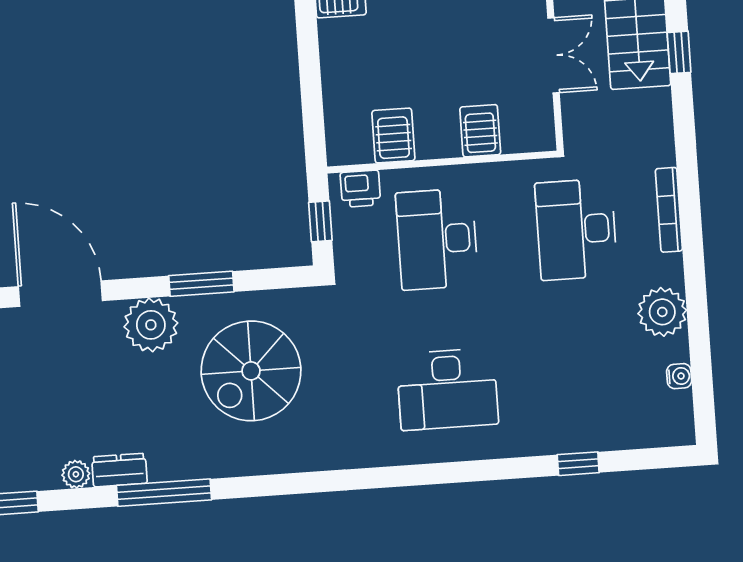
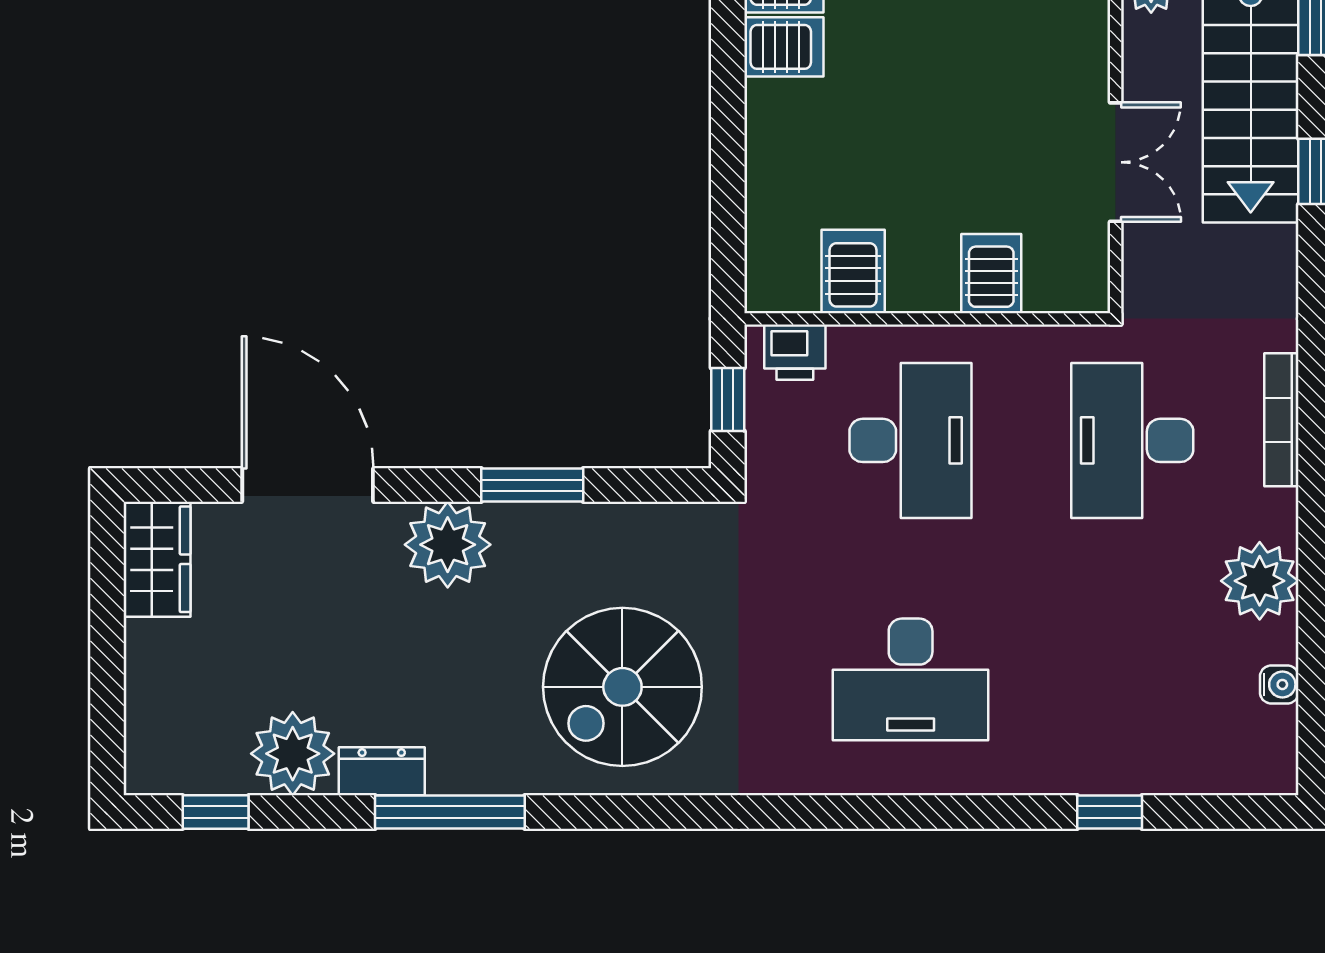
desk: (437, 239) -> (911, 440), turned 180
spiral stairs: (251, 371) -> (622, 687), moved
plant: (76, 474) -> (293, 754), width x1.88, depth x1.88

